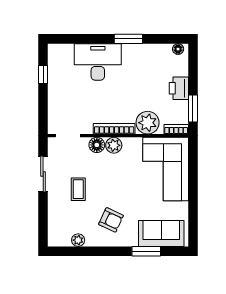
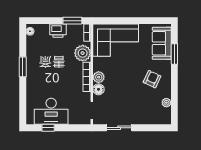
desk: (98, 62) -> (51, 111), moved, turned -90
coffee table: (78, 189) -> (130, 103), removed

